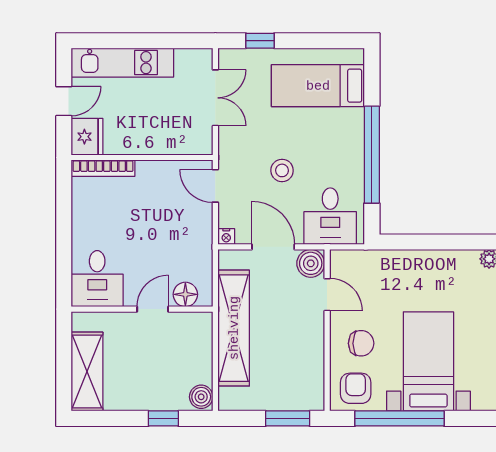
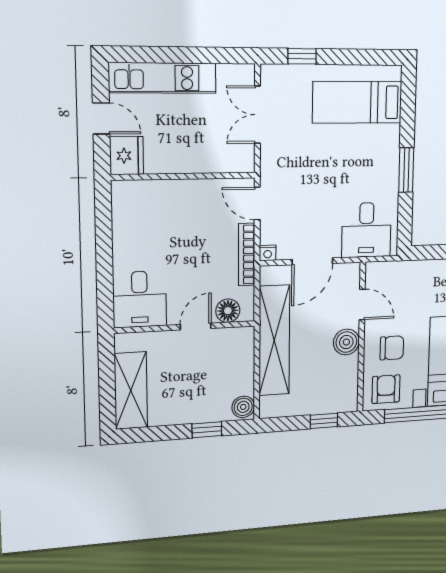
double door: (215, 98) -> (257, 115), swing flipped
door: (64, 101) -> (101, 118), hinge flipped
window: (372, 155) -> (406, 170), width x0.47
bookcase: (103, 168) -> (247, 254), moved, turned 90
stool: (282, 170) -> (322, 187), removed
door: (273, 247) -> (312, 261), swing flipped
boiler: (311, 263) -> (346, 342), moved
window: (288, 418) -> (324, 421), width x0.67

